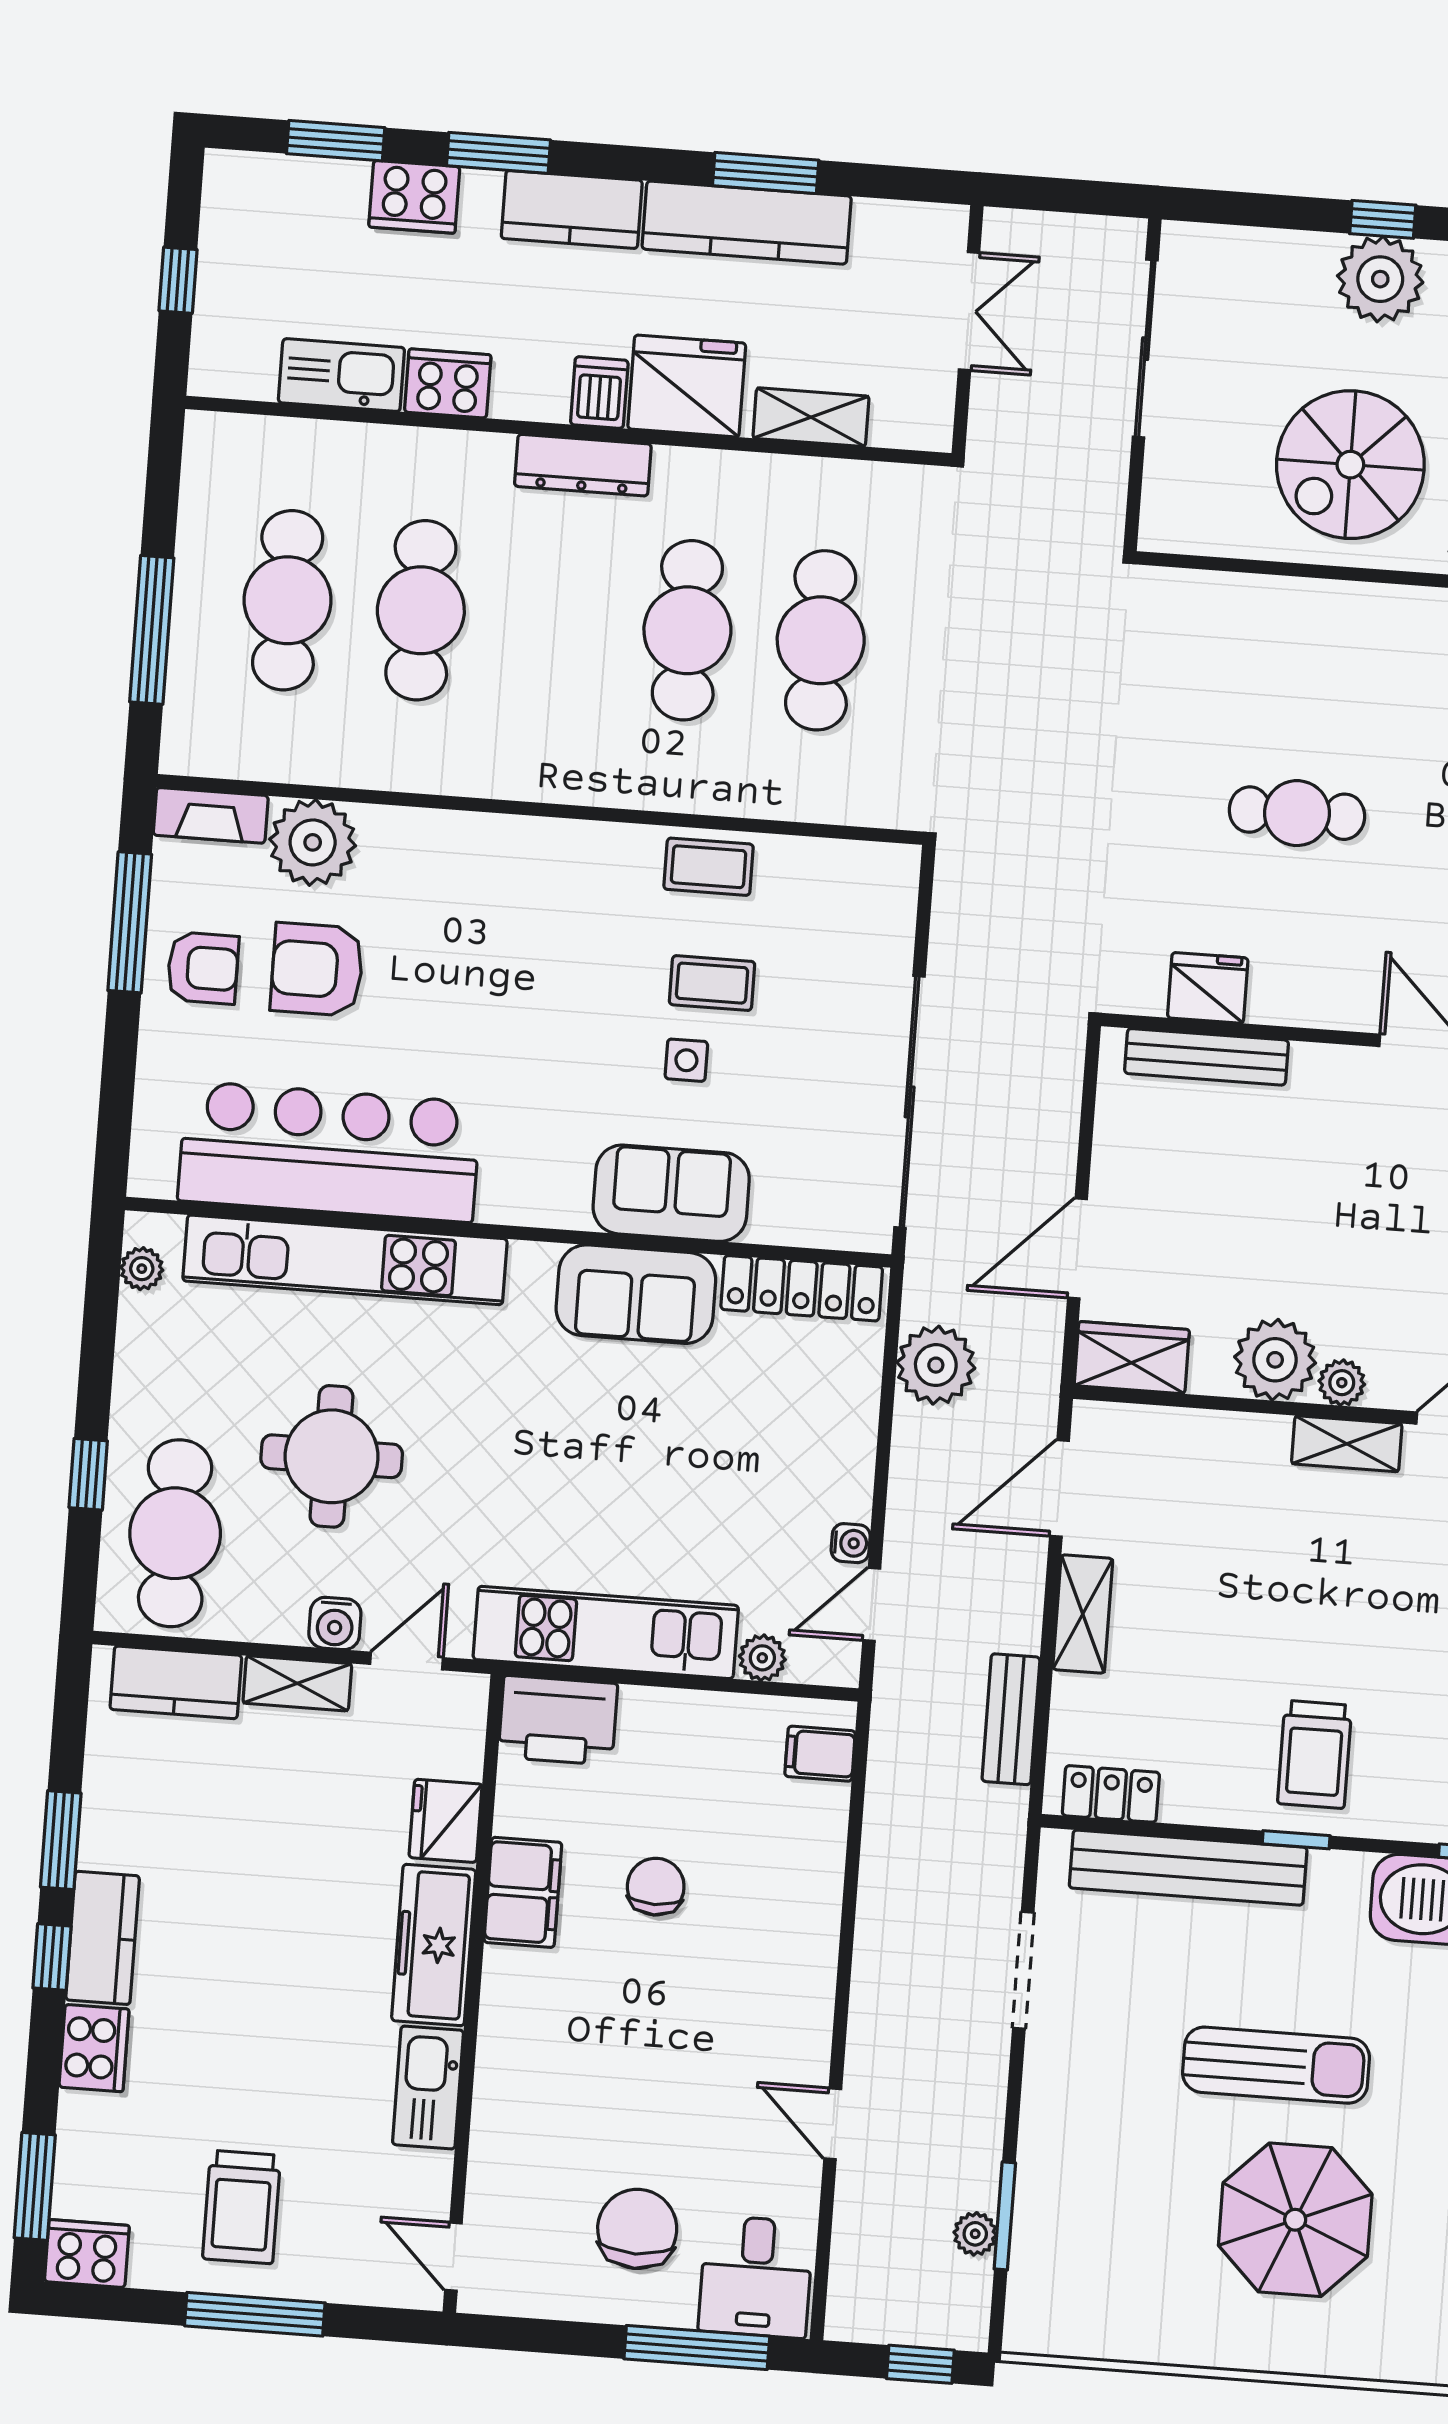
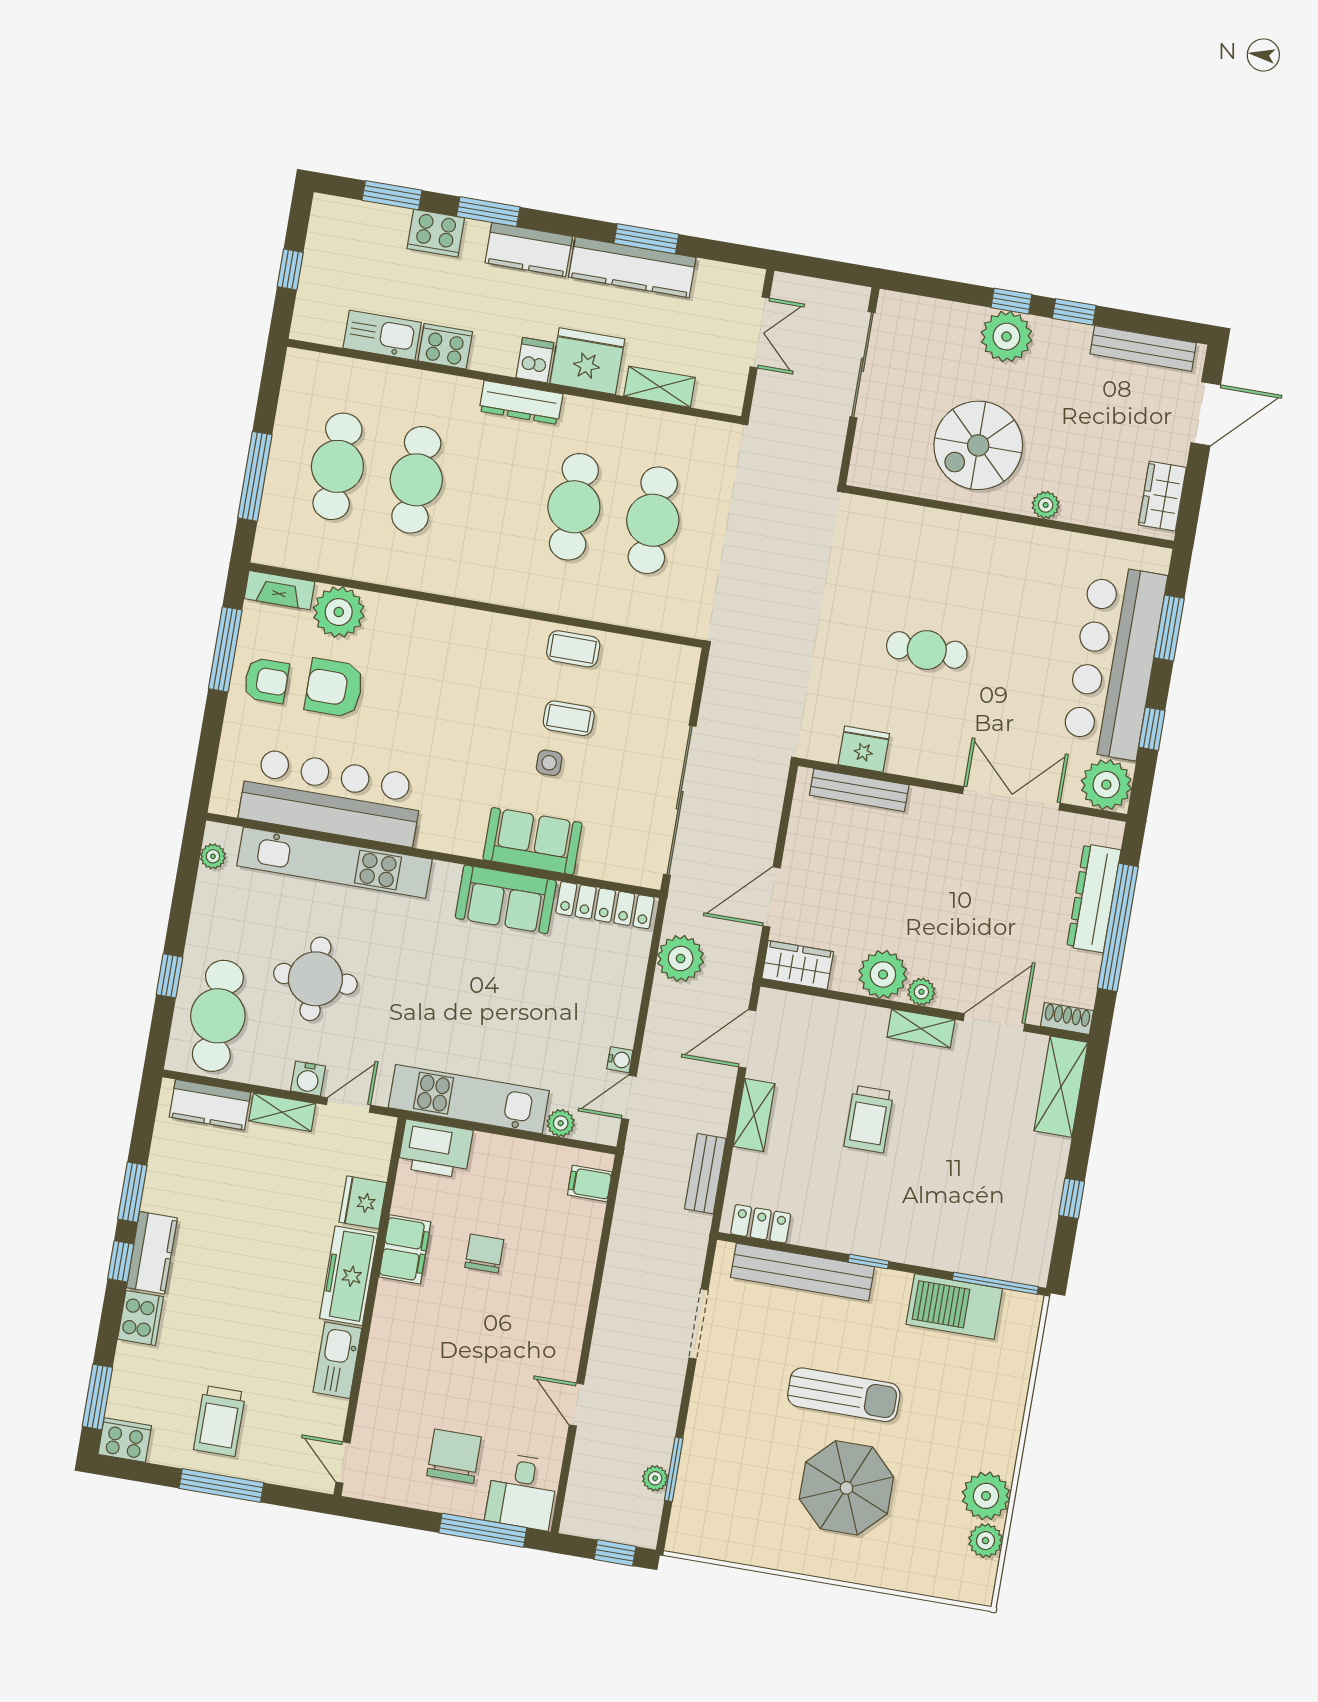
trolley: (1315, 1754) -> (869, 1119), moved

